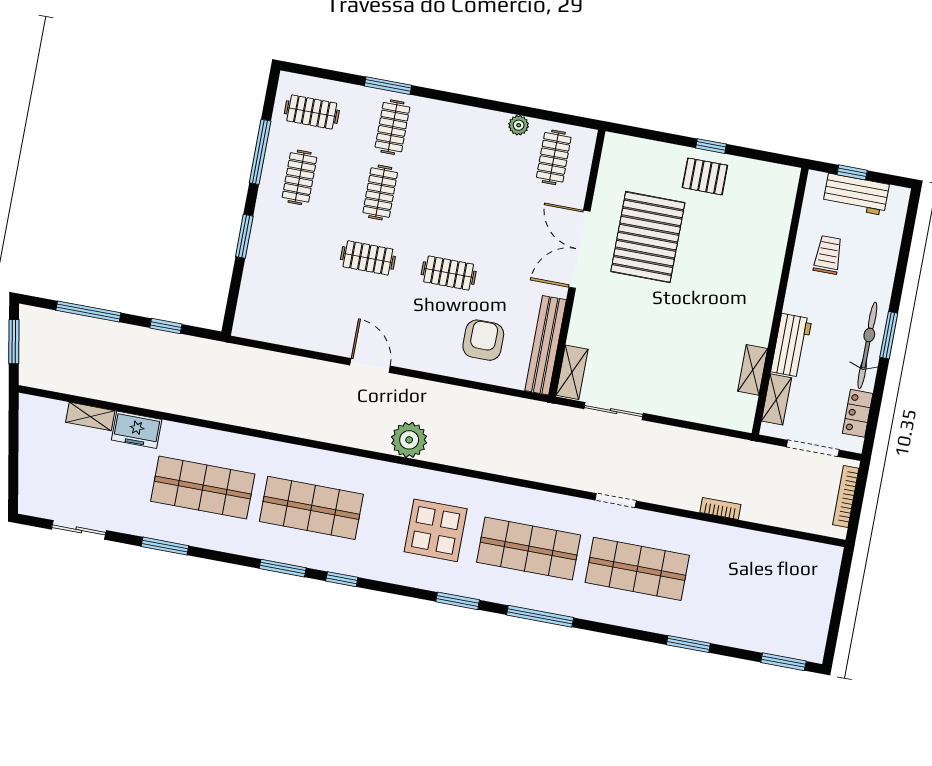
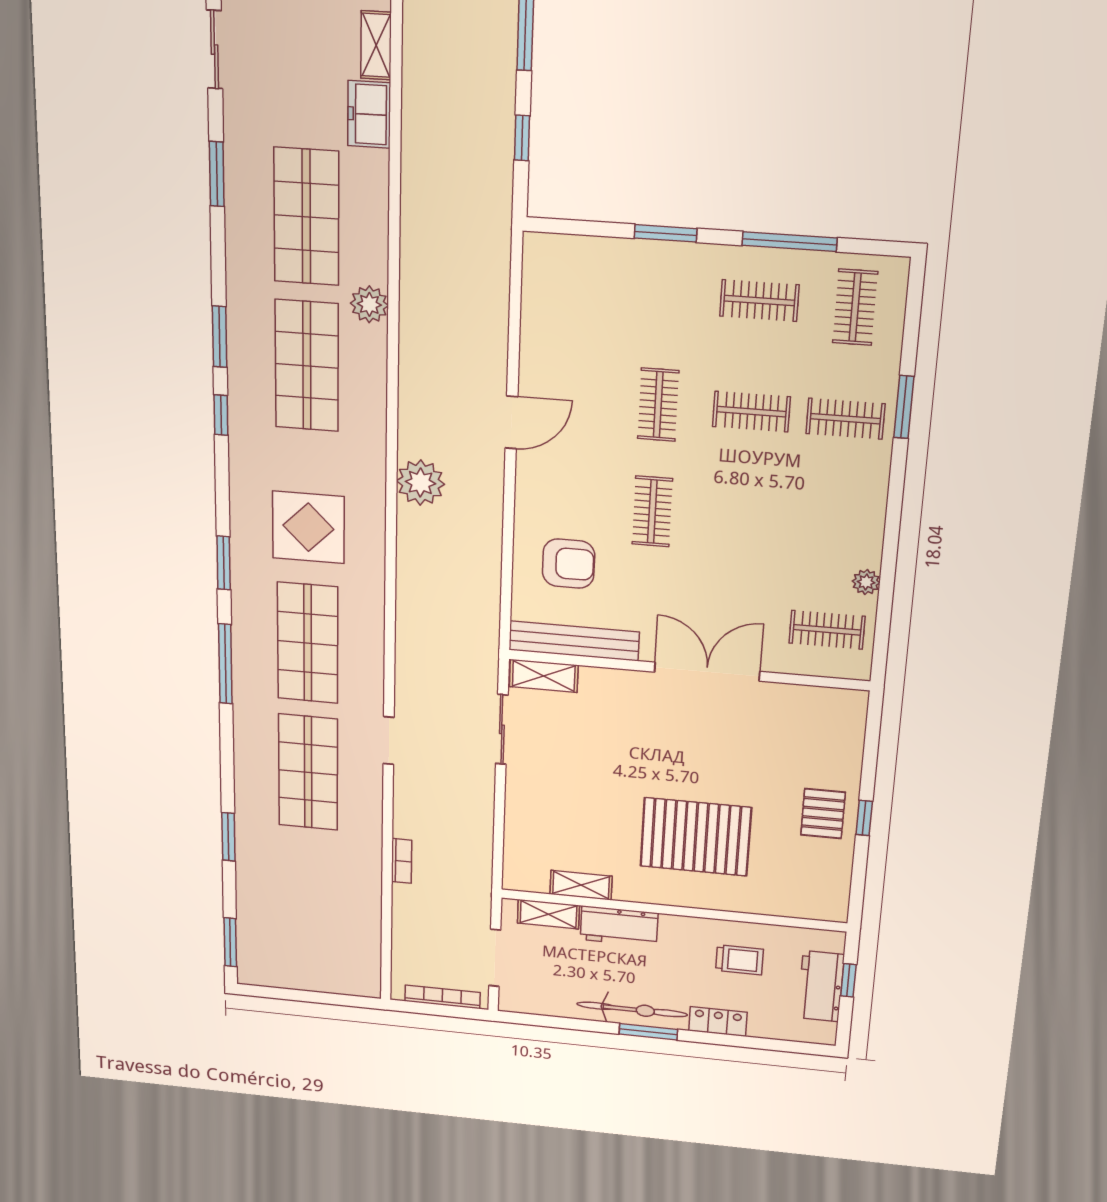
pallet: (648, 237) -> (696, 837), moved
locker: (858, 413) -> (718, 1021), moved
plant: (271, 454) -> (369, 304), added

